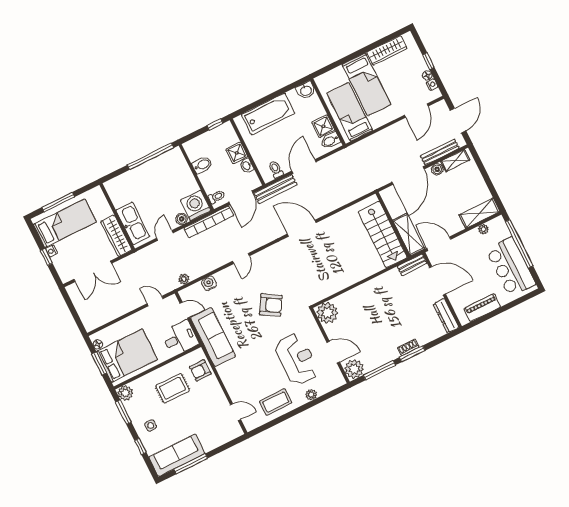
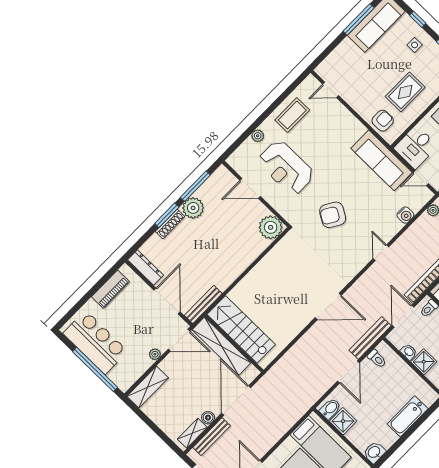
bathtub: (268, 114) -> (408, 416), width x0.73, depth x0.73
plant: (483, 229) -> (155, 354), moved
shelving: (409, 234) -> (222, 346), width x1.47
bench: (412, 265) -> (203, 304), width x1.36
door: (438, 281) -> (167, 301), swing flipped
shoe rack: (408, 347) -> (170, 224), width x1.43
plant: (354, 369) -> (193, 208), moved

